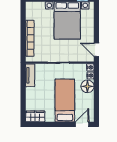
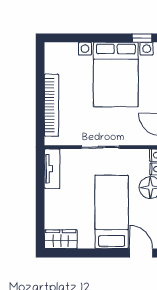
door: (82, 124) -> (141, 253), hinge flipped

